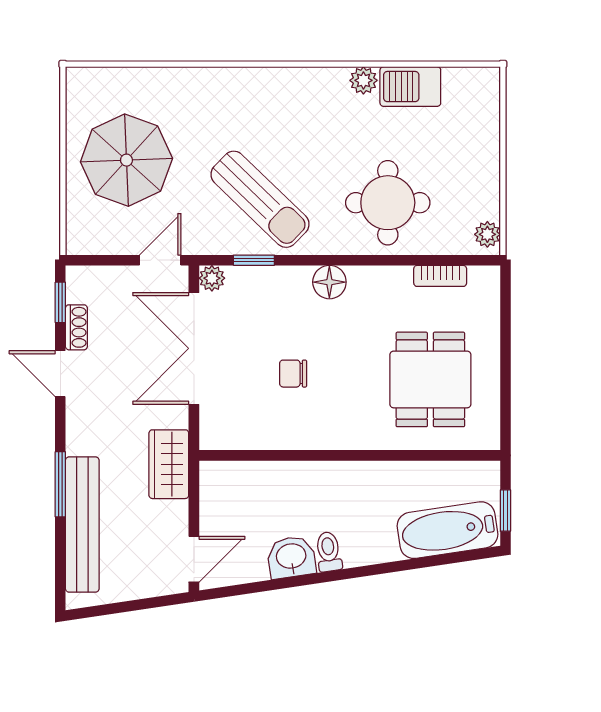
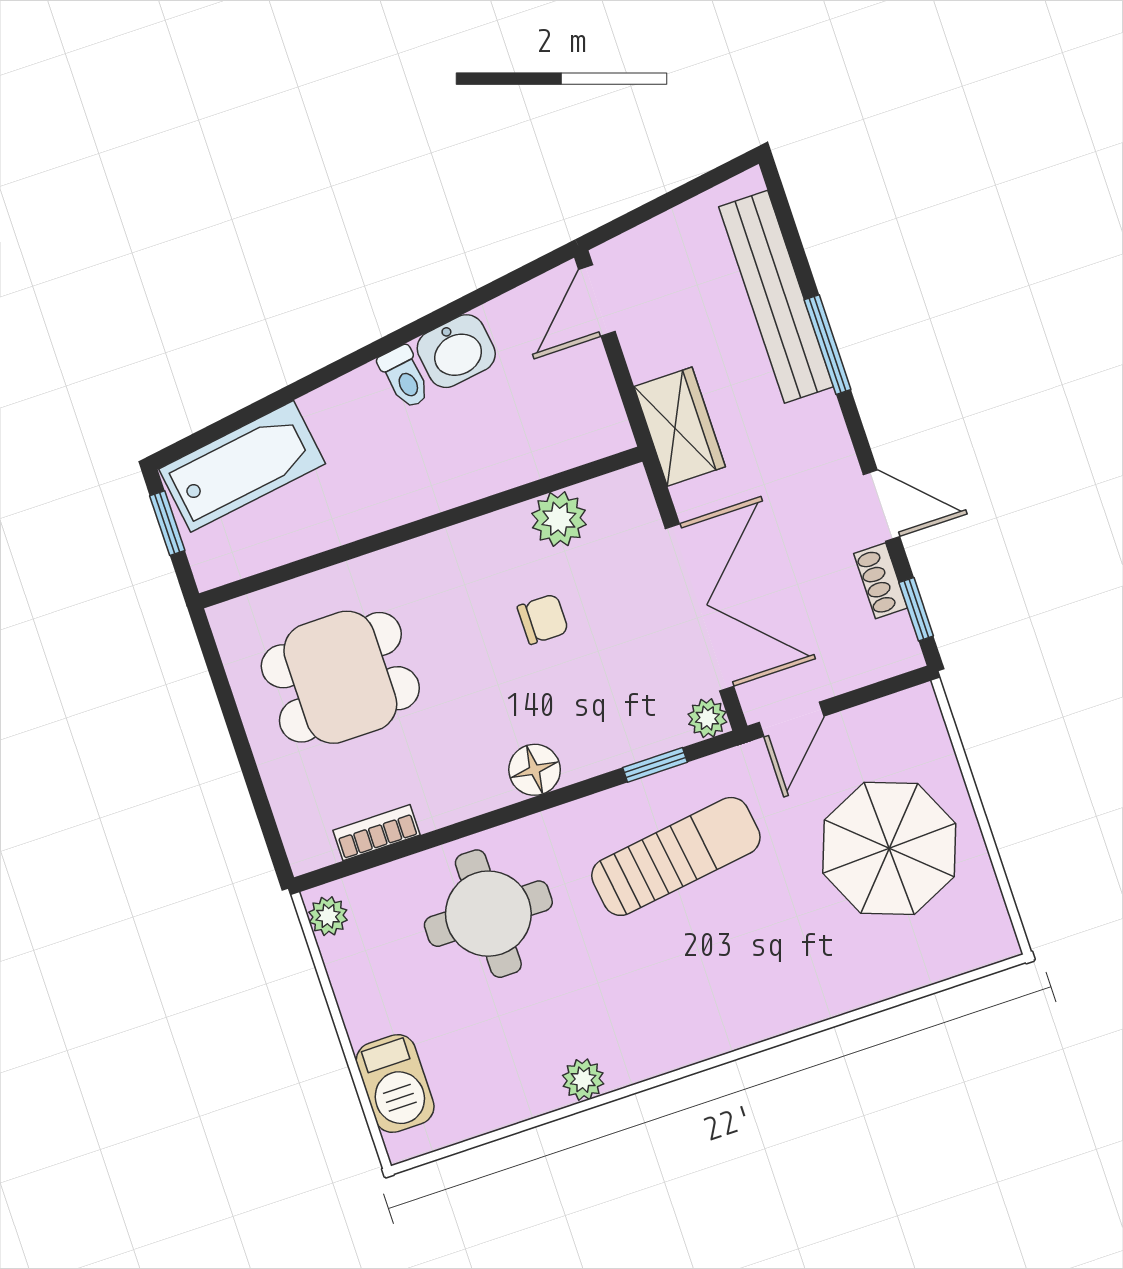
barbecue: (410, 87) -> (395, 1084), moved, turned 90
sun lounger: (260, 199) -> (676, 856), turned 128
dining table: (430, 379) -> (340, 677), turned 90
plant: (262, 432) -> (559, 519), added

